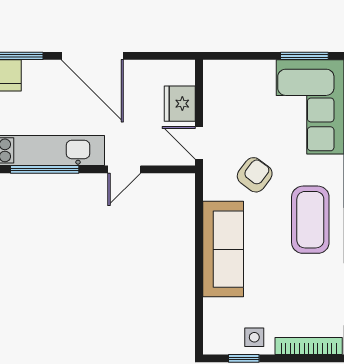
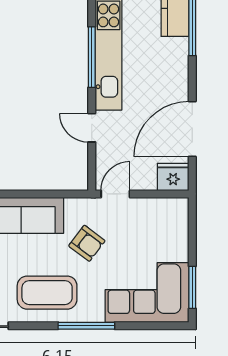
door: (92, 56) -> (192, 129), moved
fridge: (180, 104) -> (173, 177), moved

